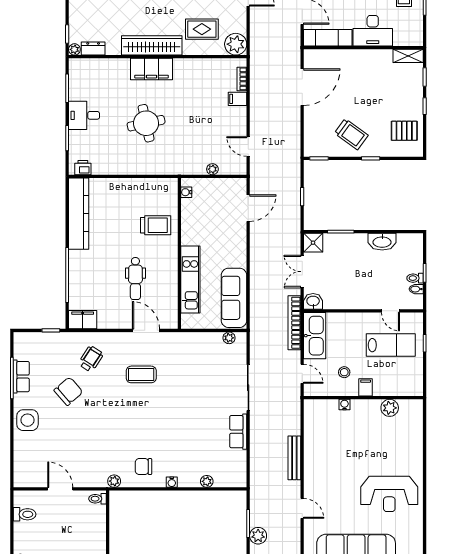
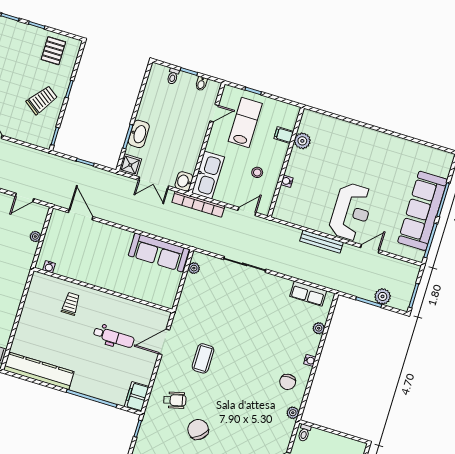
trolley: (156, 225) -> (71, 304), width x0.73, depth x0.72
washbasin: (382, 242) -> (139, 134), moved
toilet: (415, 278) -> (173, 76), moved
kitchen unit: (190, 279) -> (130, 287), removed
kitchen sink: (315, 336) -> (208, 175), moved, turned 90
wheelchair: (91, 359) -> (175, 400), turned 133
filing cabinet: (366, 387) -> (284, 135), moved
row of seats: (238, 432) -> (308, 294), moved
reception desk: (389, 494) -> (351, 212), moved

